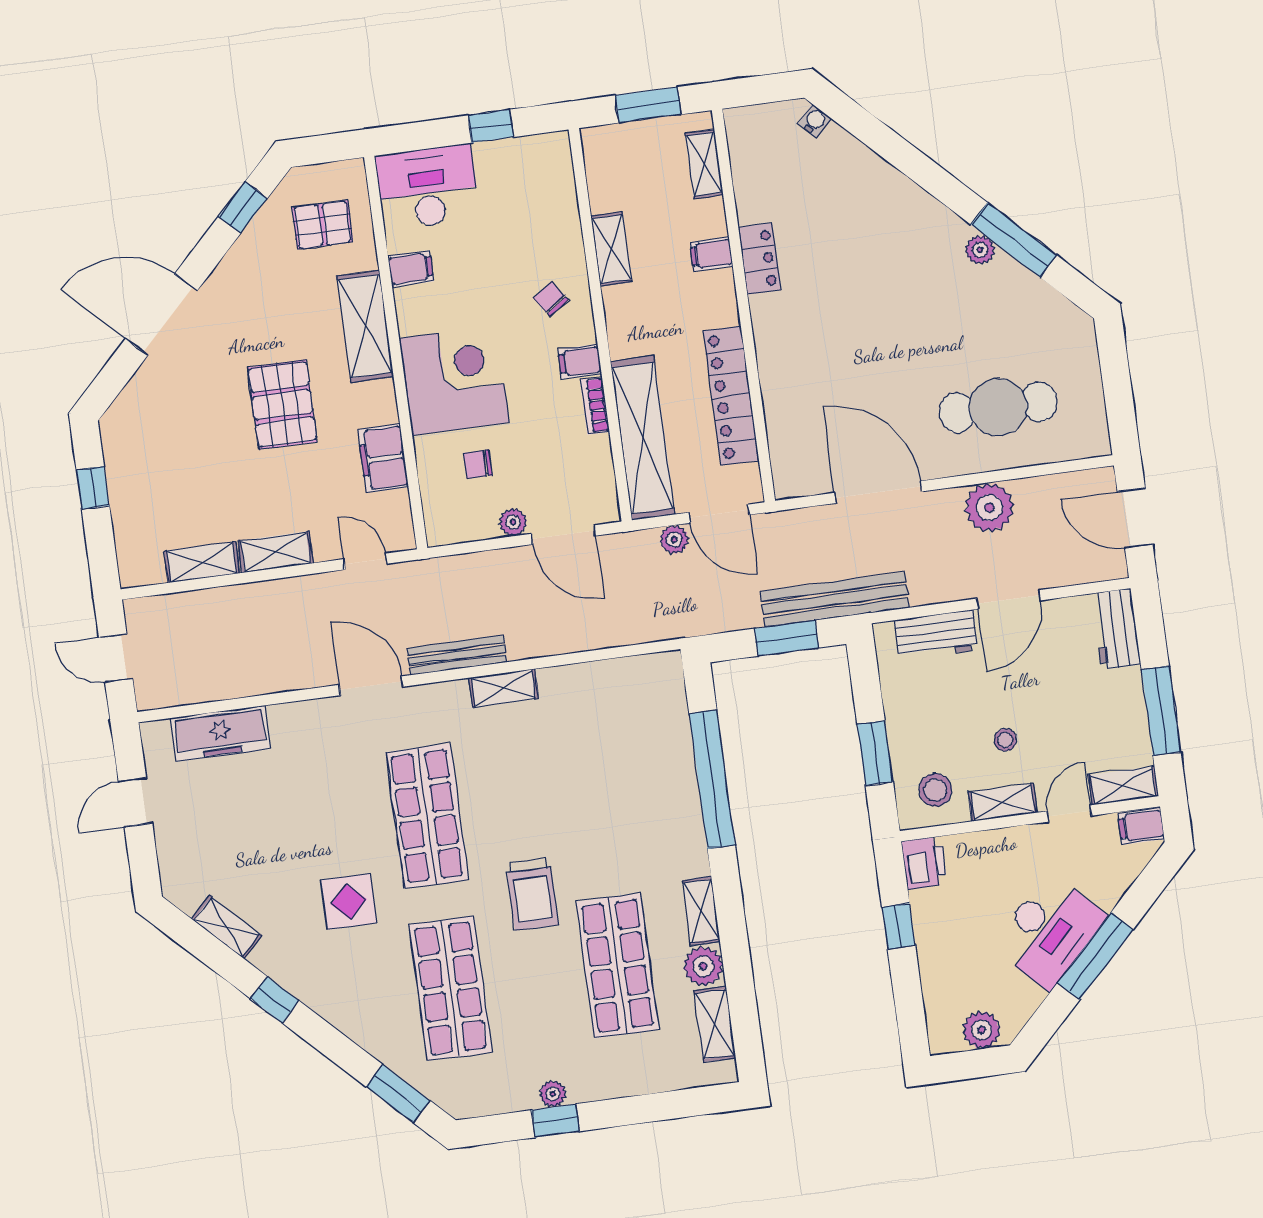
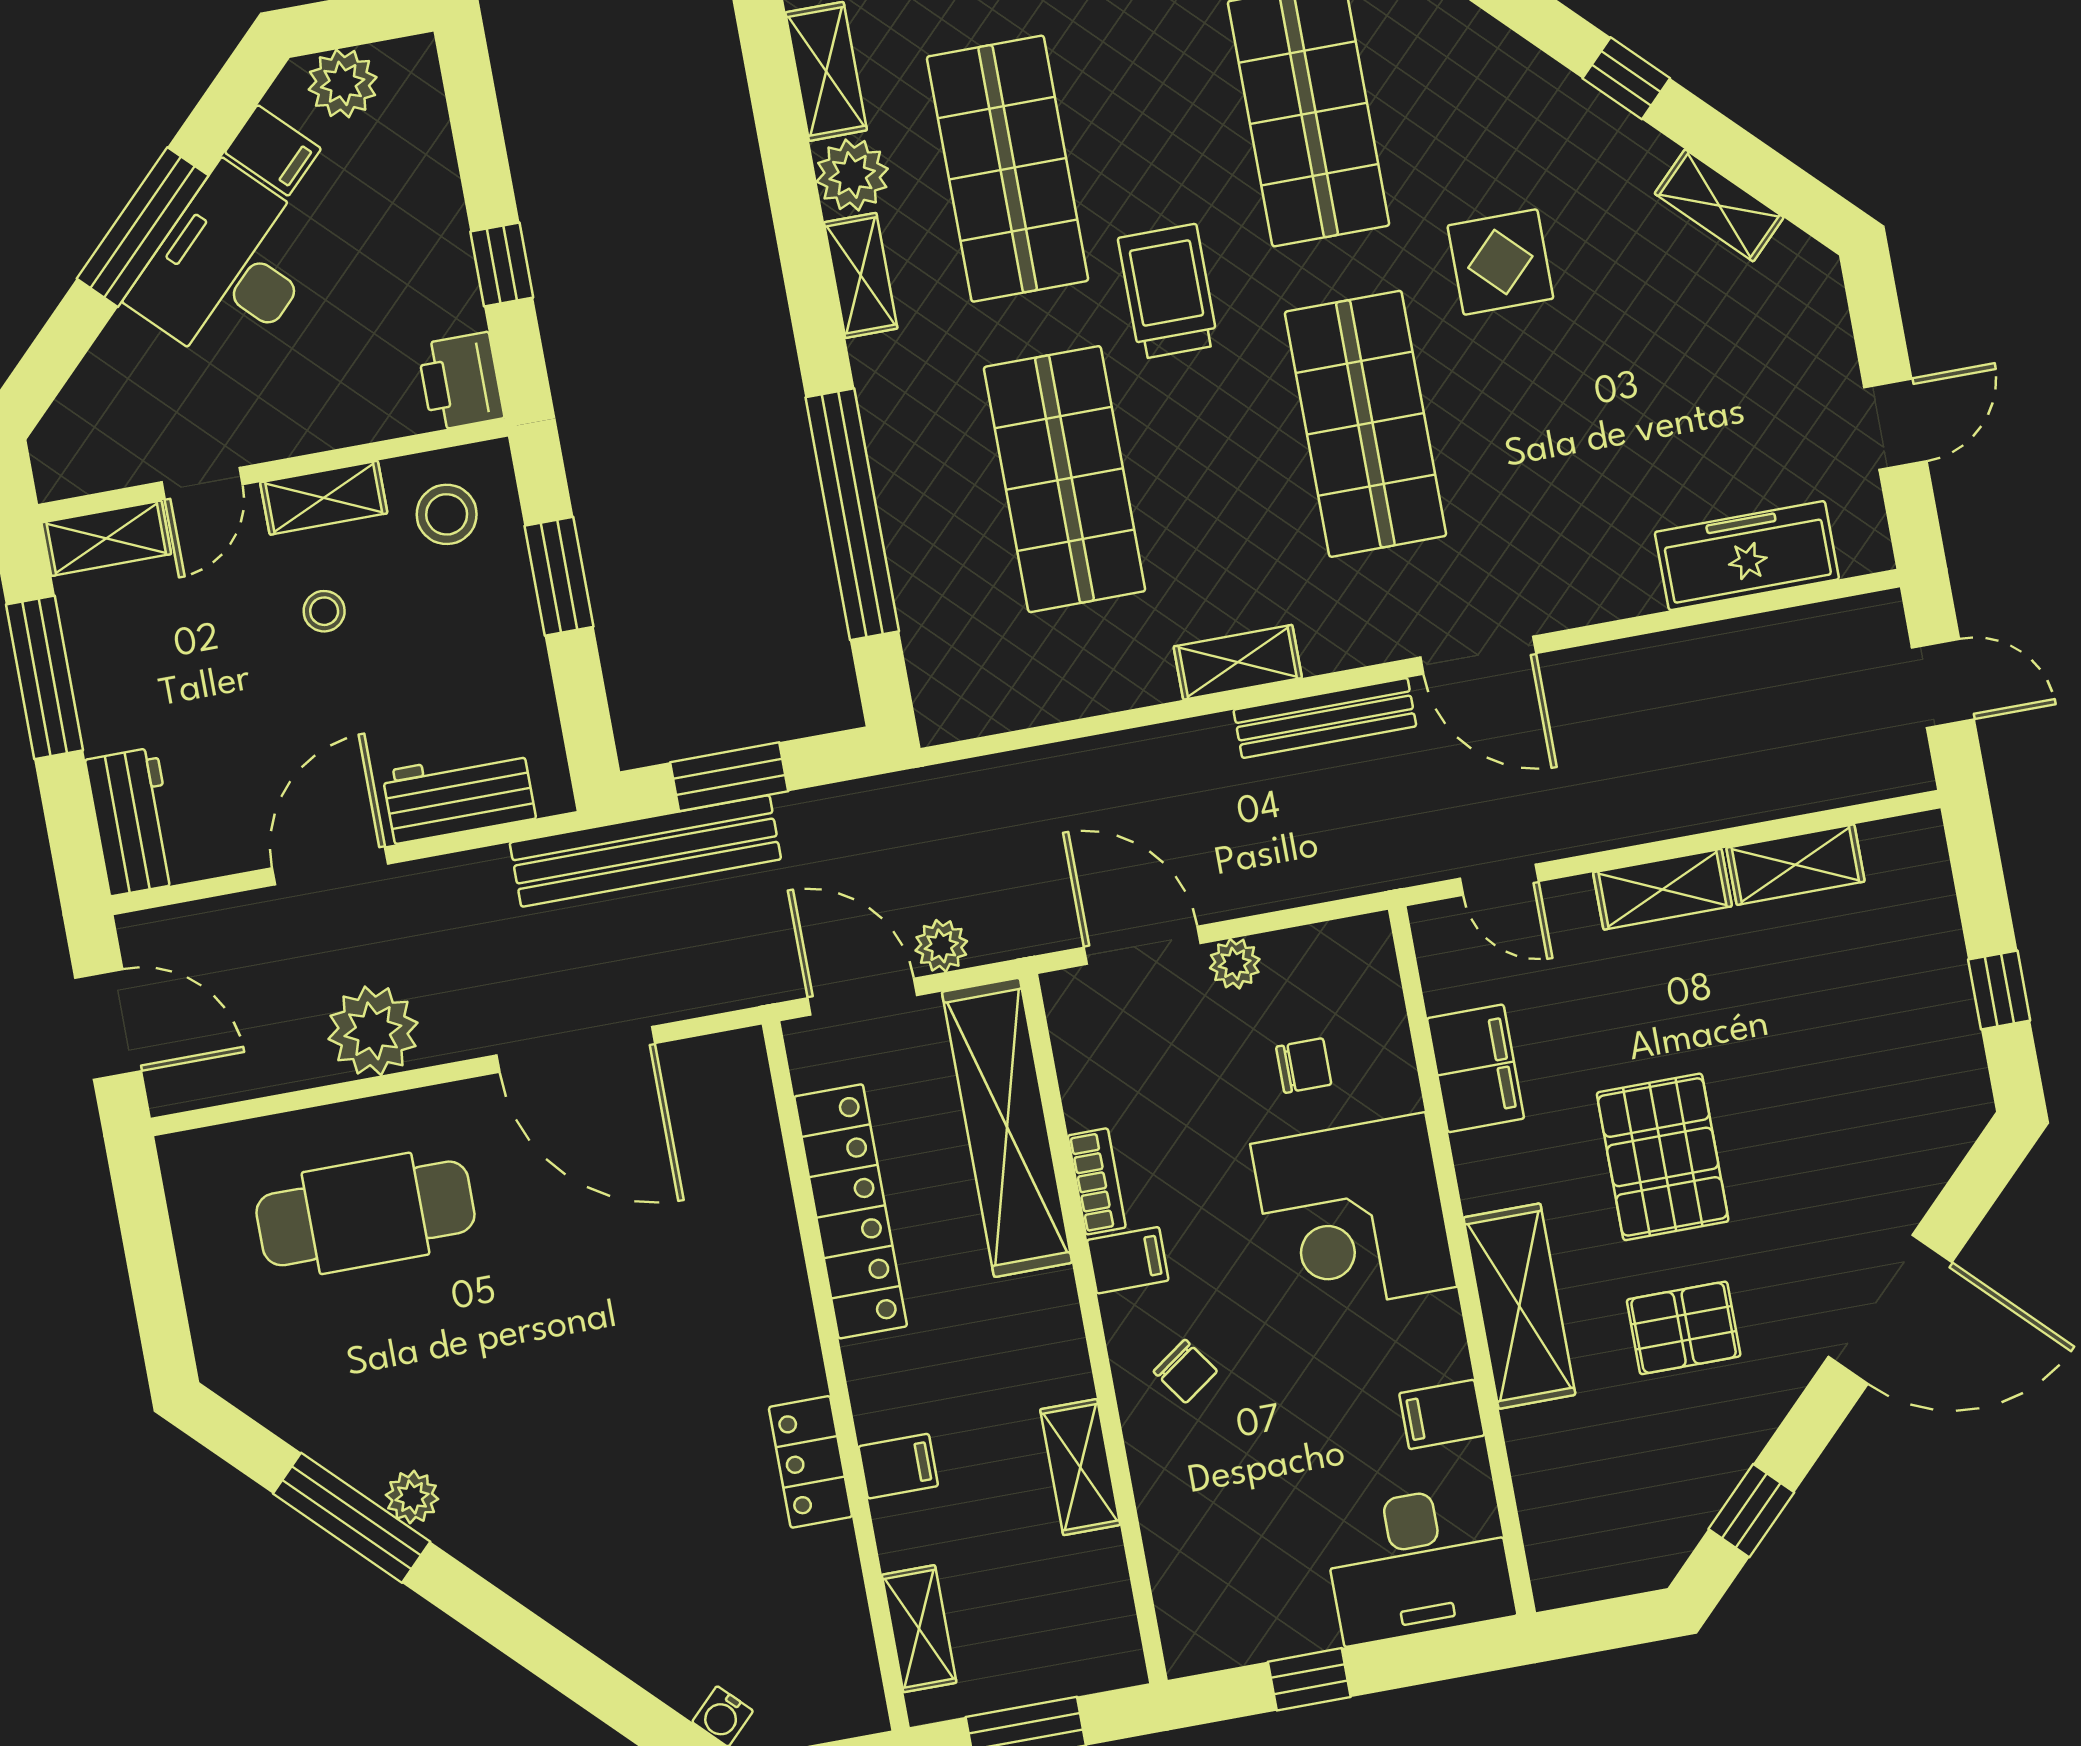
pallet: (322, 225) -> (1684, 1328), moved
shop shelf: (594, 793) -> (1065, 479), added
filing cabinet: (1141, 826) -> (273, 150), moved, turned 45

